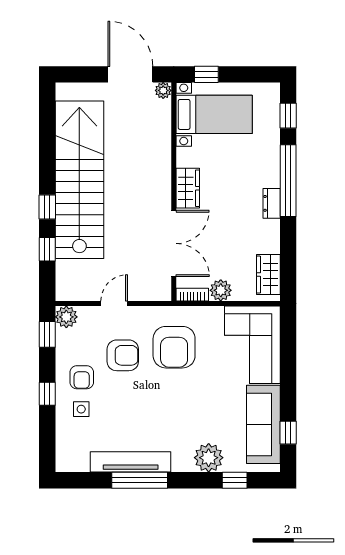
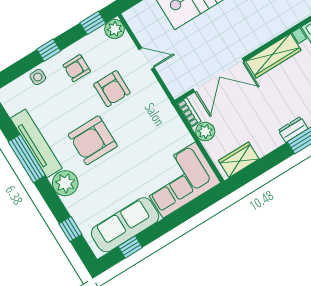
wardrobe: (188, 188) -> (273, 56), width x1.50
armchair: (174, 347) -> (93, 140), moved
side table: (81, 409) -> (38, 77), moved
plant: (209, 458) -> (65, 183), moved

